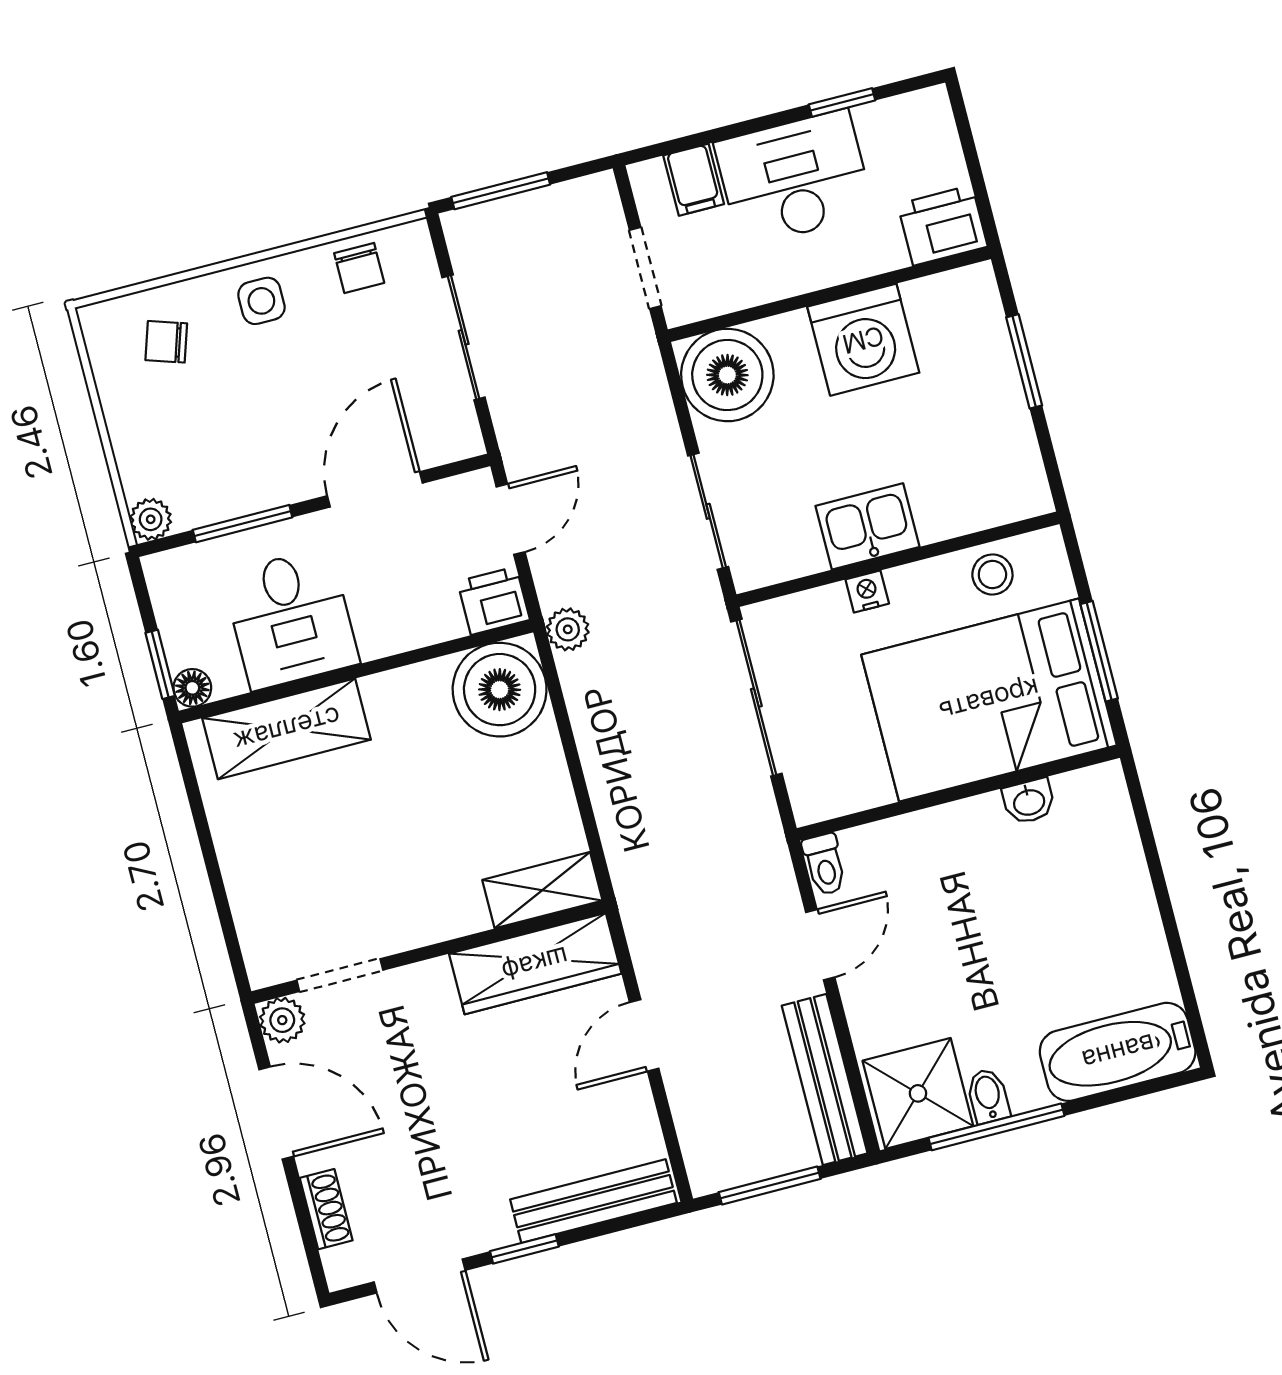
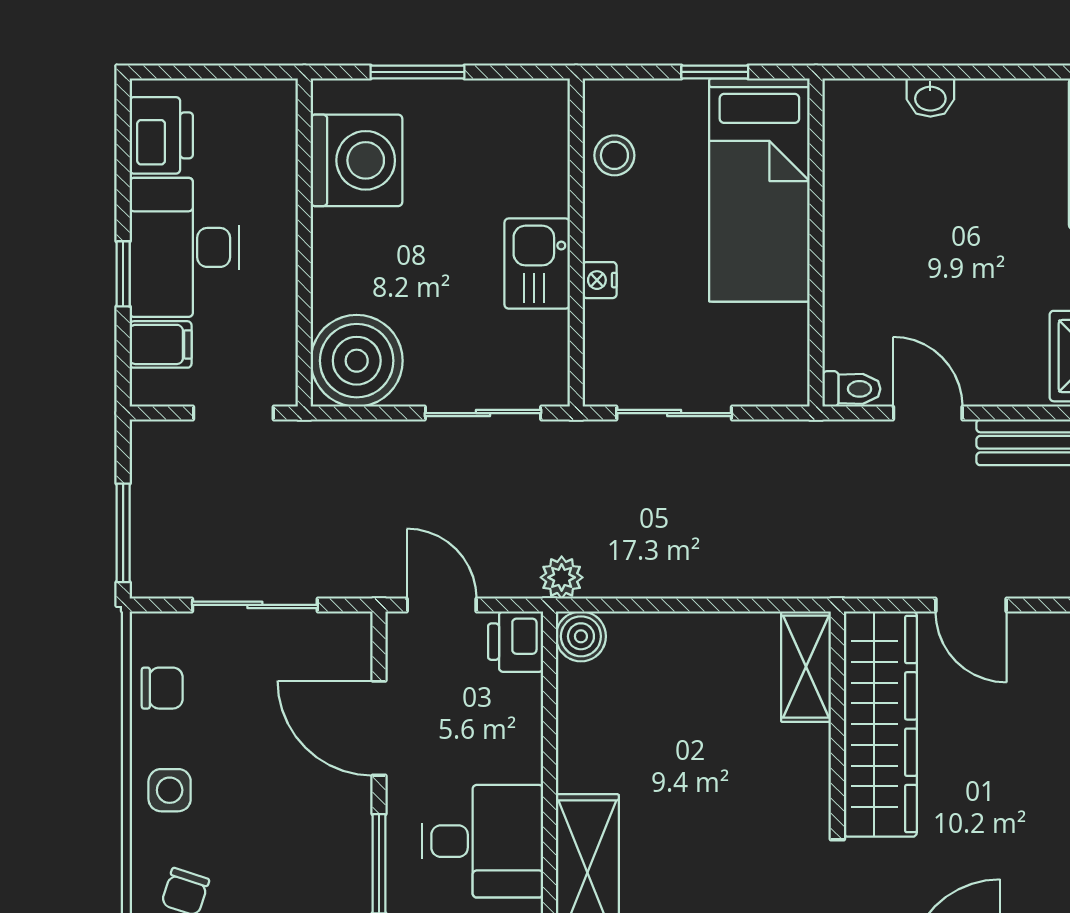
window: (842, 102) -> (123, 274), moved
printer: (942, 225) -> (161, 135), moved, turned 180
washing machine: (863, 340) -> (357, 160), moved
window: (1099, 651) -> (715, 72), width x0.67
boiler: (500, 690) -> (581, 636), width x0.54, depth x0.54
sliding door: (756, 698) -> (674, 413), width x0.73
bed: (989, 700) -> (759, 190), width x0.67
washbasin: (1029, 801) -> (930, 97), moved, turned 90
wardrobe: (535, 964) -> (880, 724), width x1.40, depth x1.17

